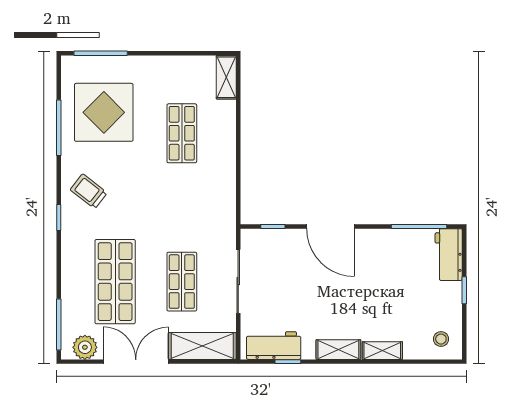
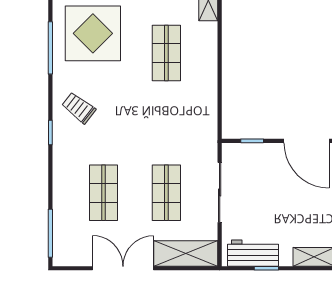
shop shelf: (115, 282) -> (104, 193), width x0.70, depth x0.74
plant: (85, 347) -> (75, 255), removed

